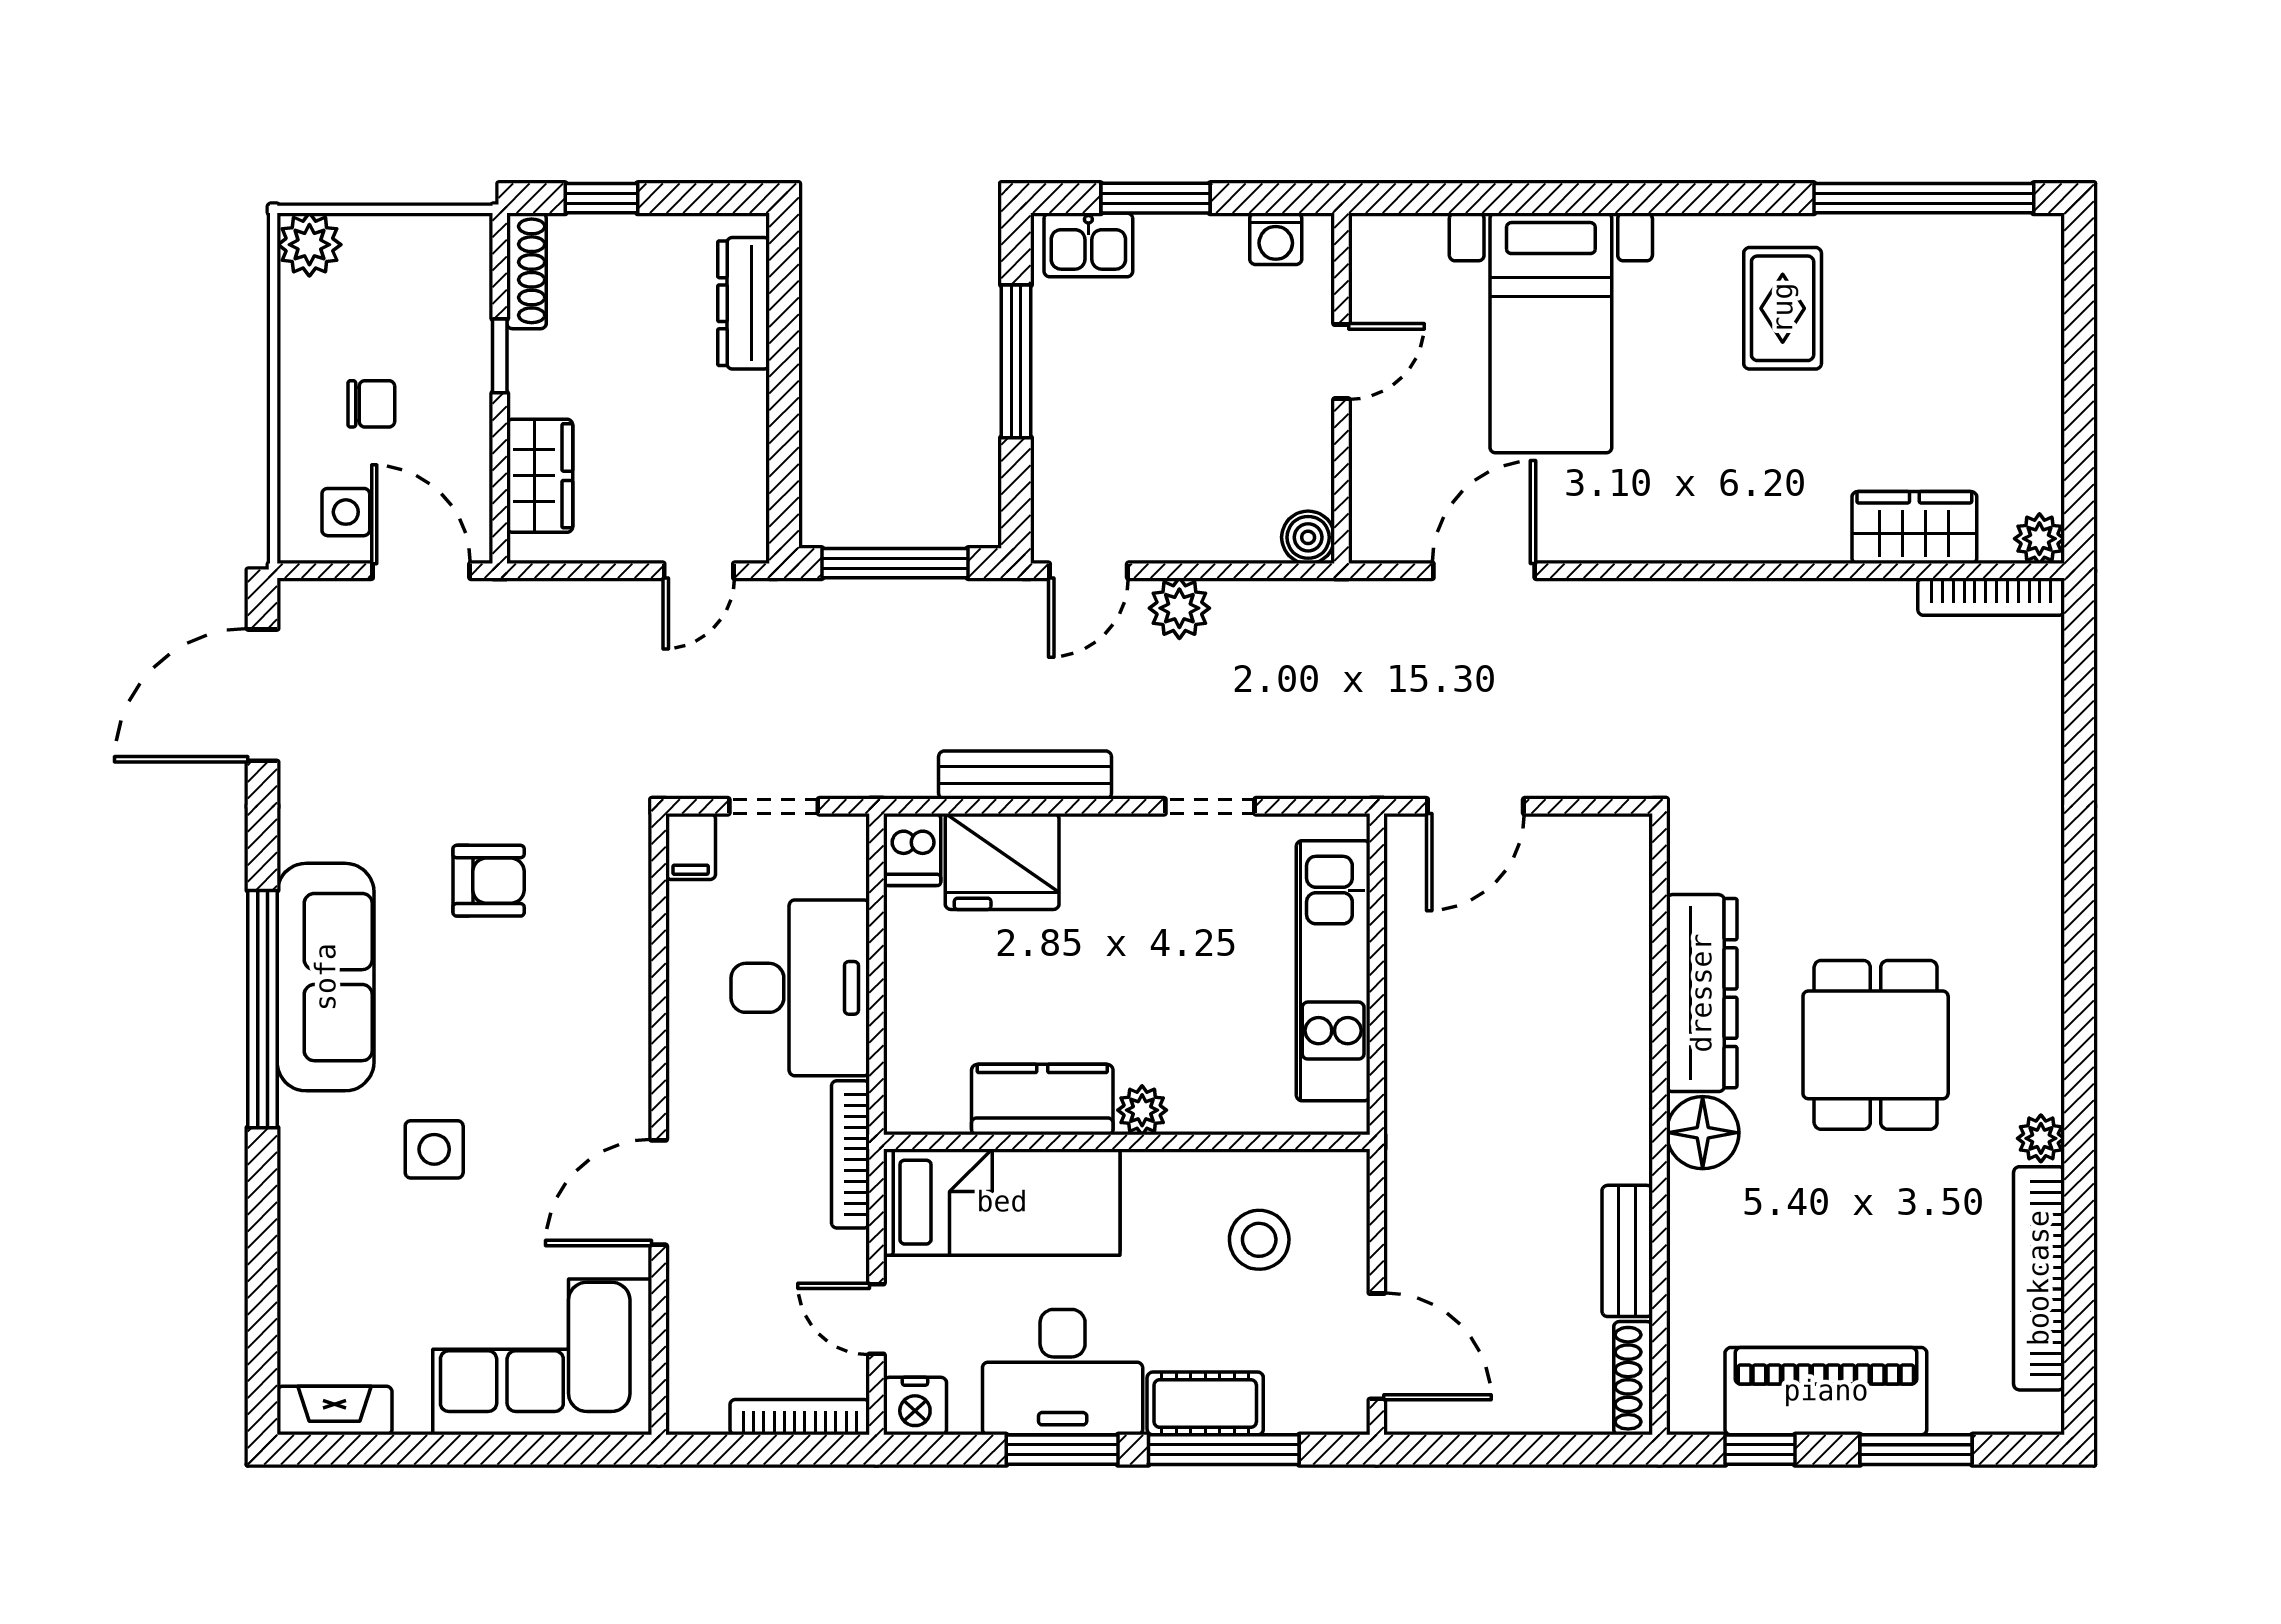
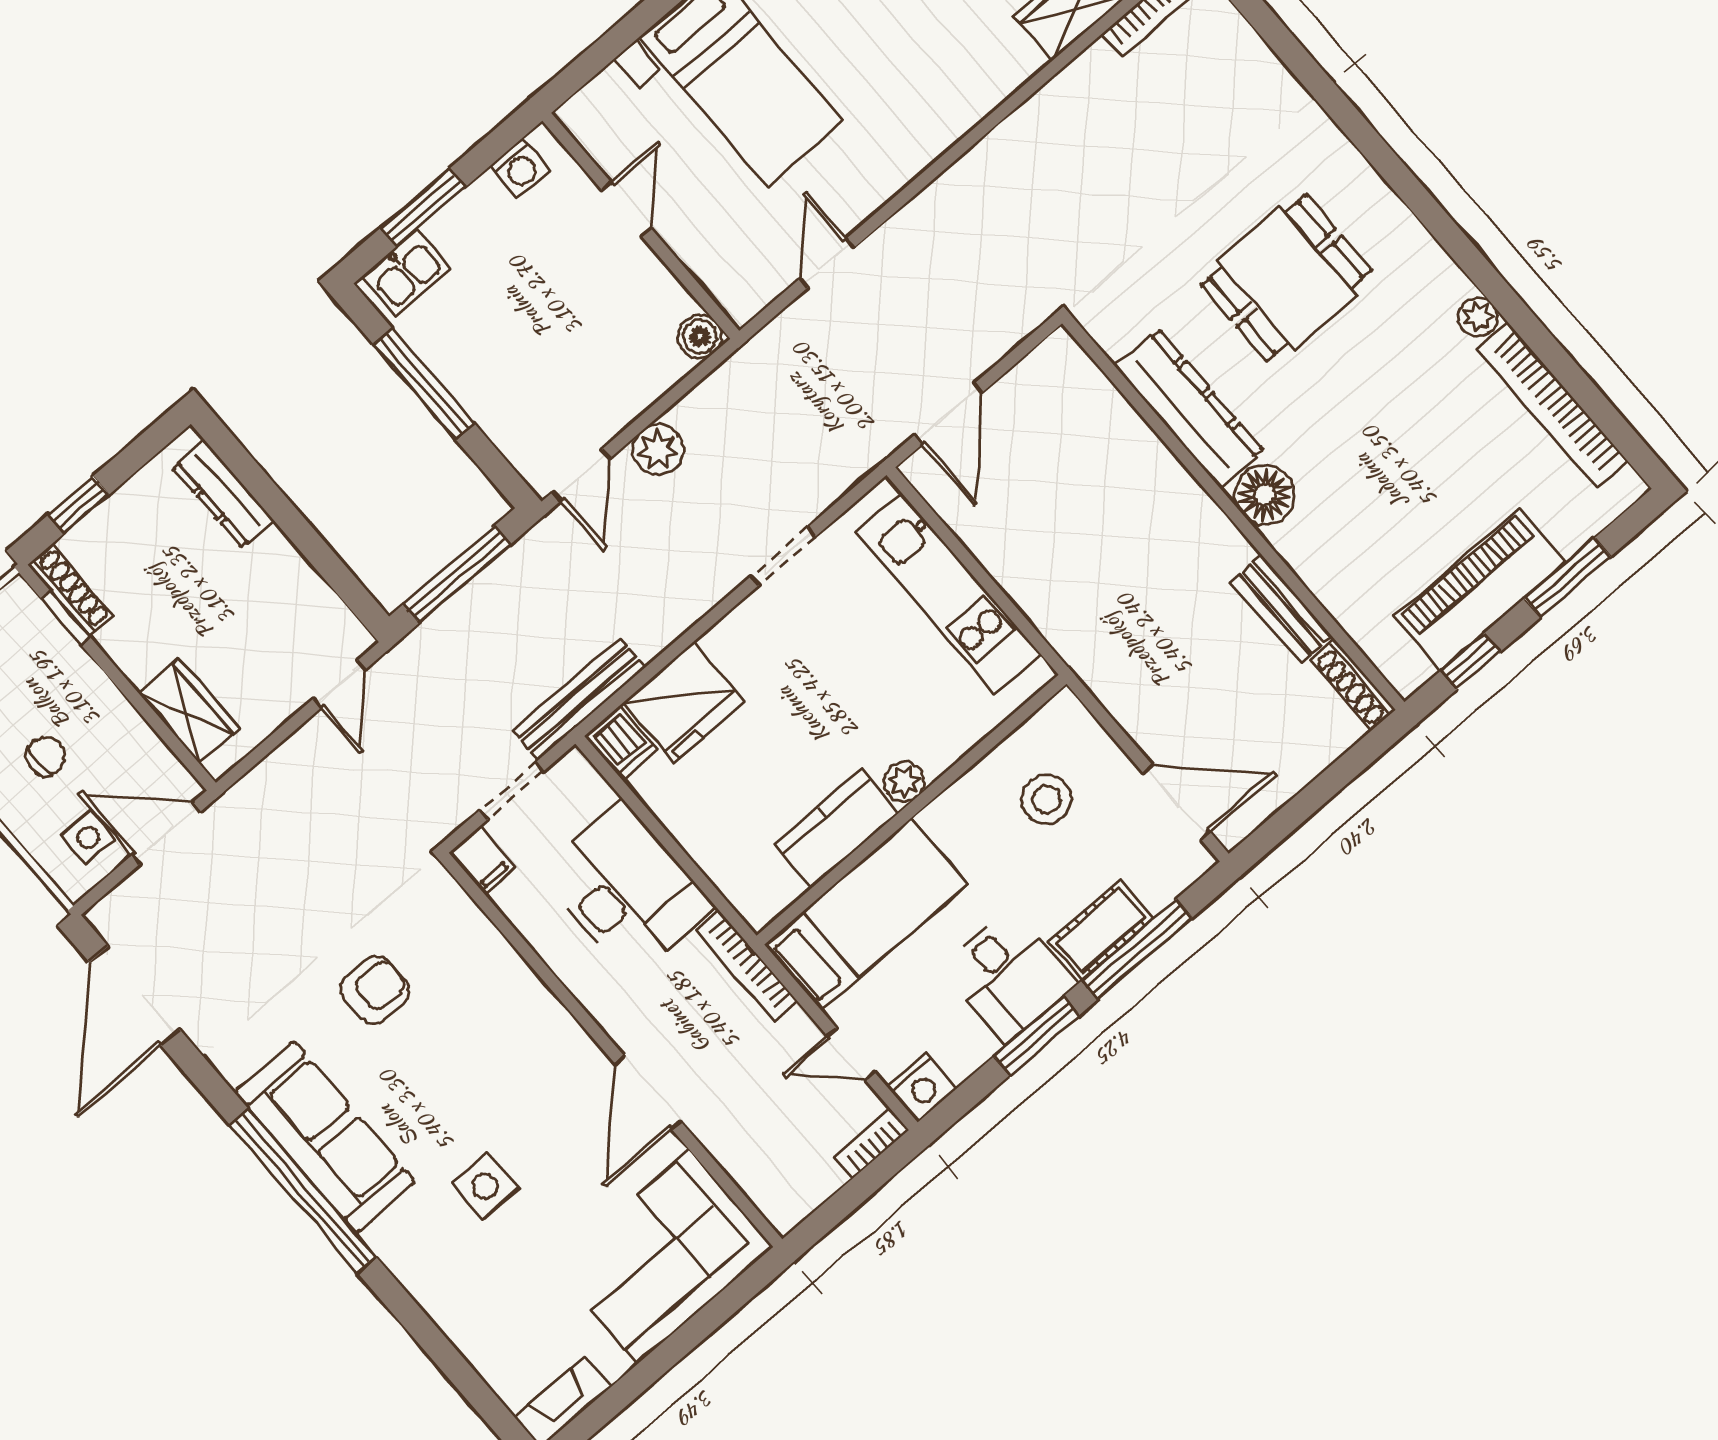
window: (500, 356) -> (66, 618), moved
door: (1484, 571) -> (827, 263), width x0.73
bench: (1025, 775) -> (579, 699), moved
dining table: (1876, 1045) -> (1286, 278), moved, turned 90
desk: (1063, 1372) -> (1009, 976), width x0.73
bookcase: (800, 1417) -> (872, 1143), width x0.64

